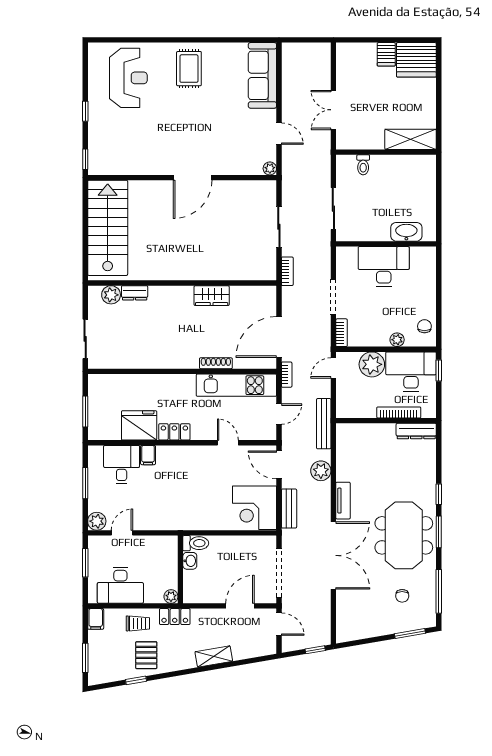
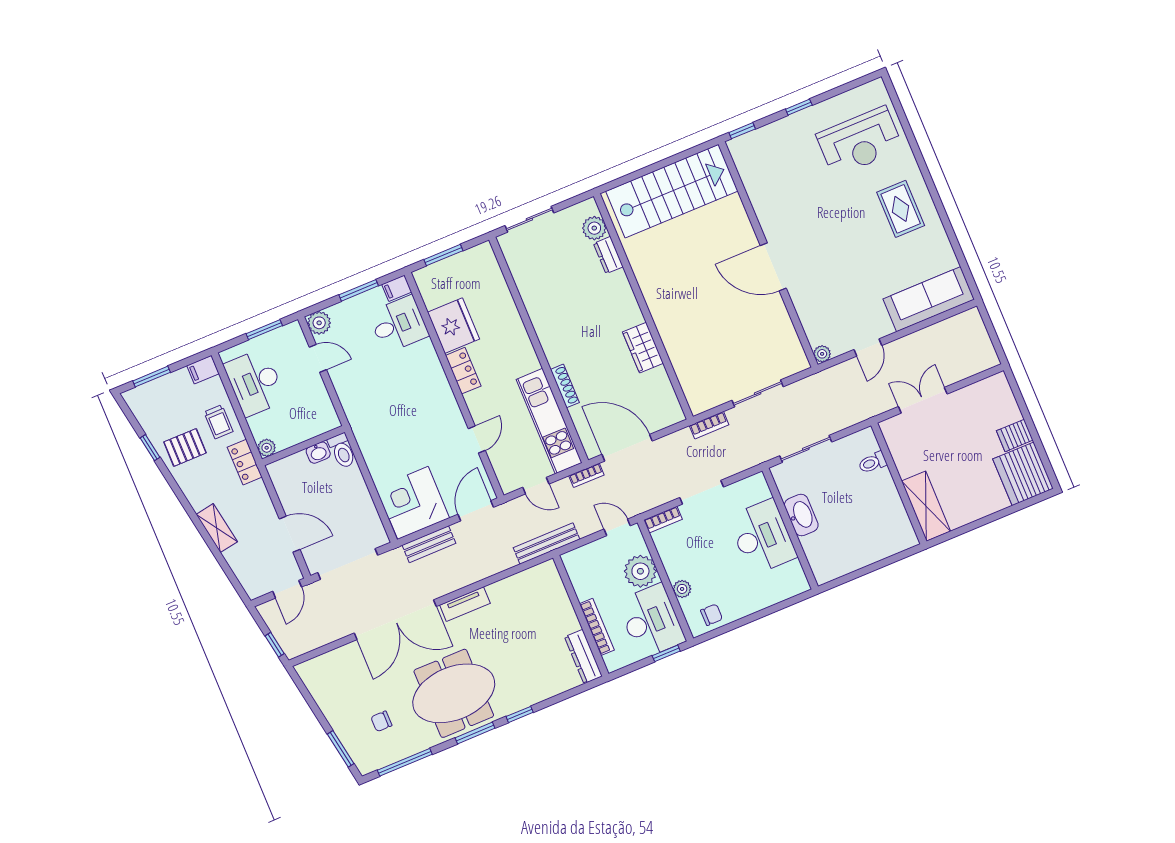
rug: (189, 69) -> (901, 209), turned 90
washbasin: (406, 232) -> (801, 515), moved
filing cabinet: (148, 455) -> (397, 288), moved
plant: (321, 471) -> (489, 563), removed

